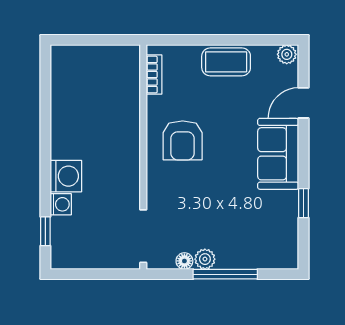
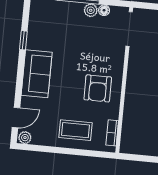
coffee table: (226, 62) -> (75, 130), moved
door: (304, 103) -> (16, 118), moved
armchair: (183, 140) -> (98, 88), turned 180

